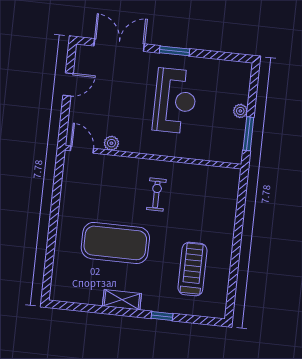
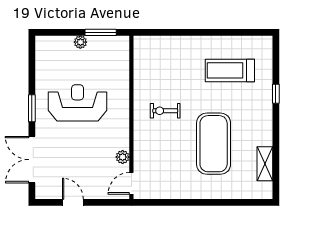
shelving: (122, 300) -> (265, 164), moved

